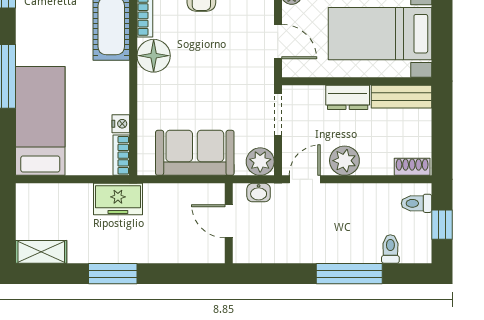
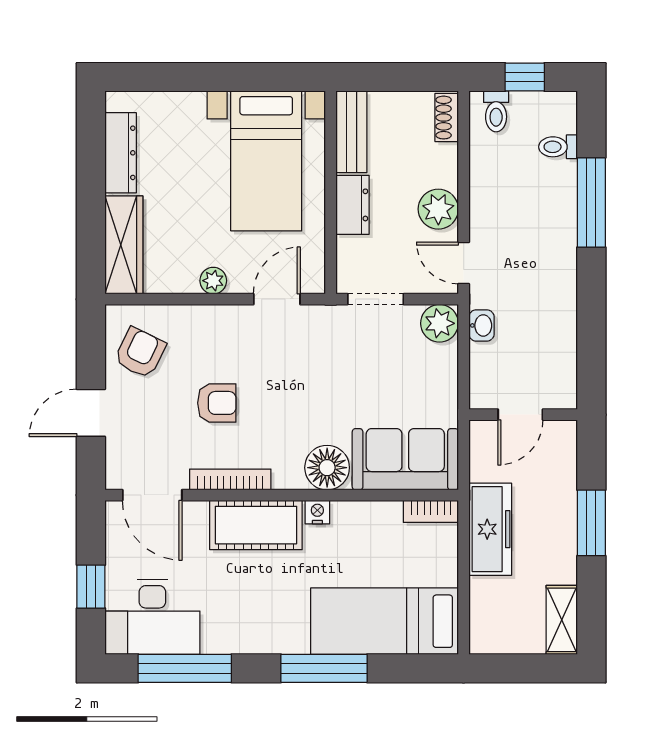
floor lamp: (154, 56) -> (327, 468), moved
nightstand: (121, 124) -> (317, 512), moved
sofa: (195, 153) -> (405, 459), moved, turned 90
freezer: (118, 199) -> (490, 529), width x1.40
door: (229, 221) -> (520, 415), moved
wall: (229, 223) -> (523, 415), moved

